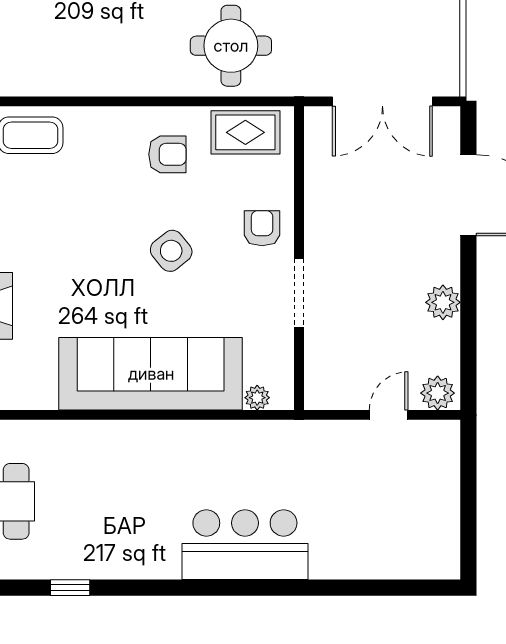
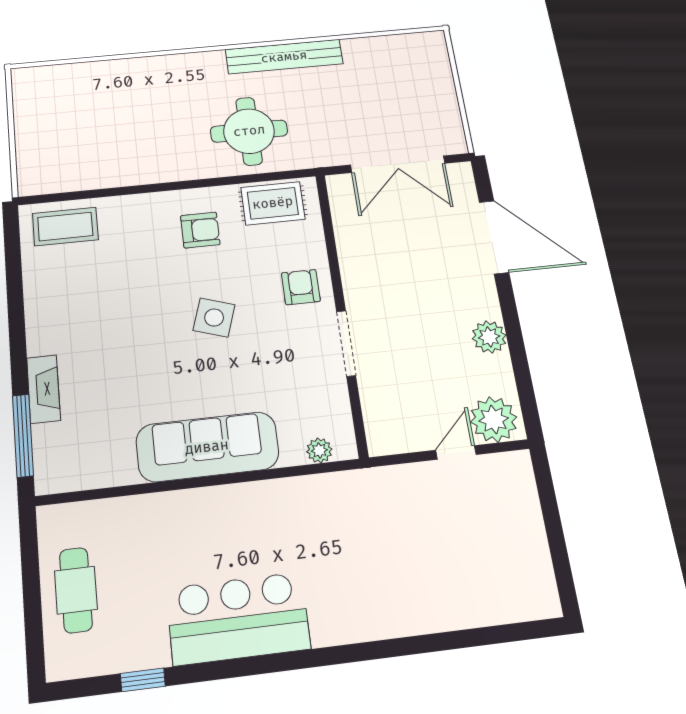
side table: (171, 251) -> (214, 318), turned -33
sofa: (151, 374) -> (207, 447), width x0.74, depth x0.79
plant: (438, 393) -> (494, 419), width x1.36, depth x1.36
bar counter: (245, 545) -> (238, 618), moved

